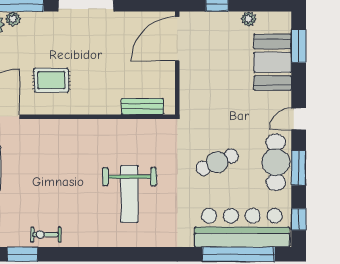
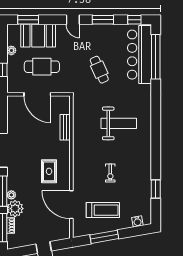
door: (177, 39) -> (37, 94), moved
bench: (142, 106) -> (65, 127), moved
cafe table: (276, 162) -> (42, 67), moved
exercise bike: (46, 235) -> (110, 173), moved

